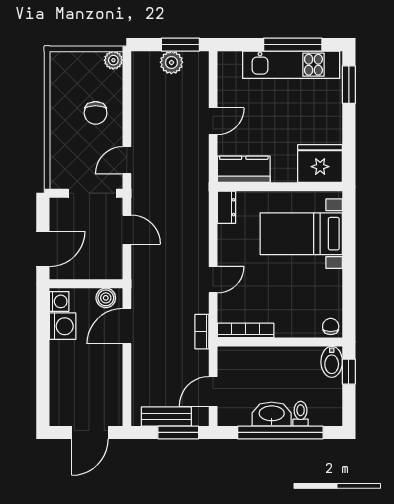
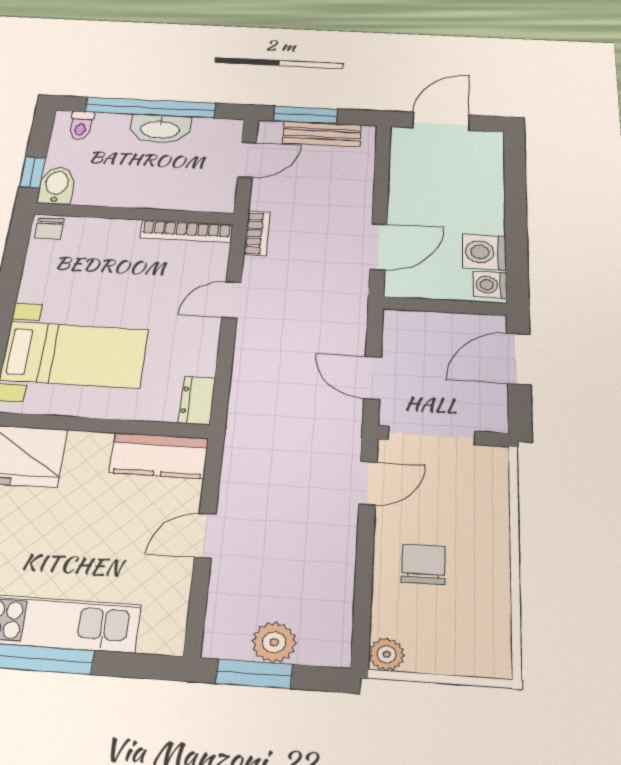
boiler: (106, 298) -> (412, 285), removed
toilet: (301, 414) -> (81, 125), moved

